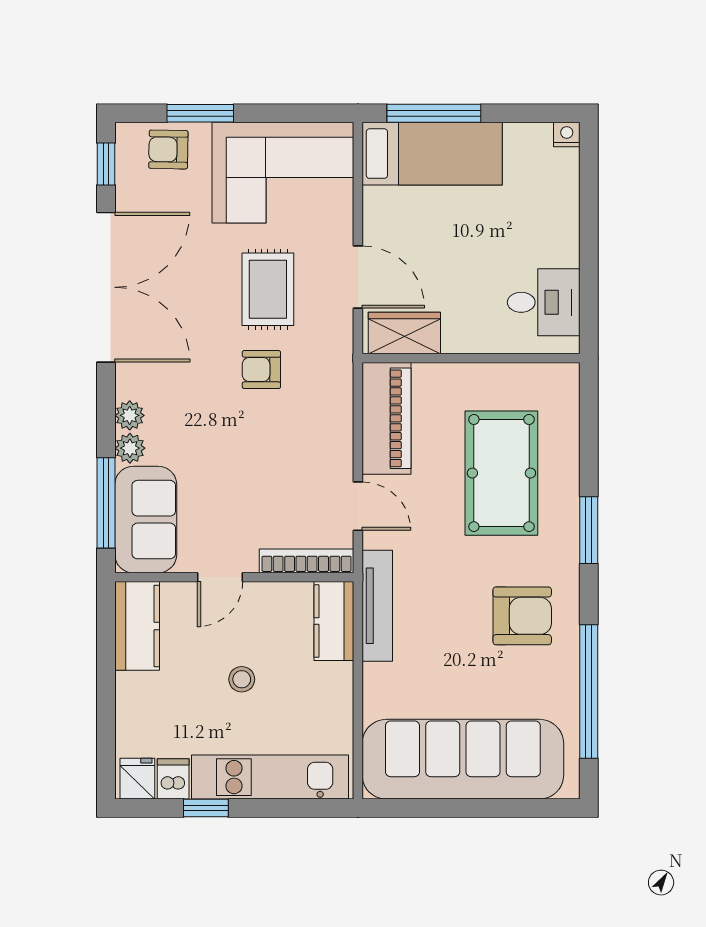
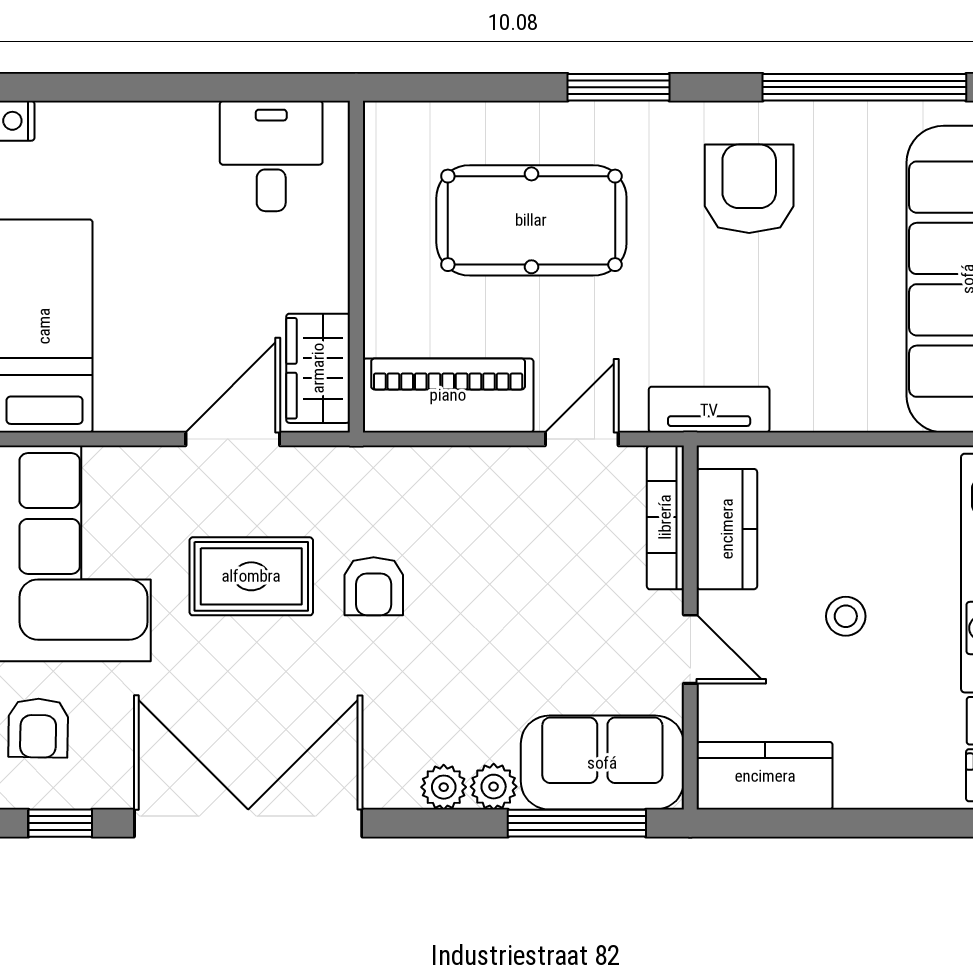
tv unit: (377, 606) -> (709, 410), width x0.71
kitchen counter: (334, 621) -> (727, 529), moved, turned -90

